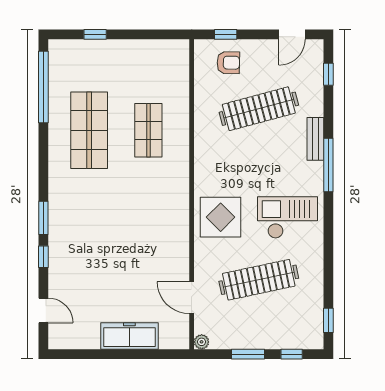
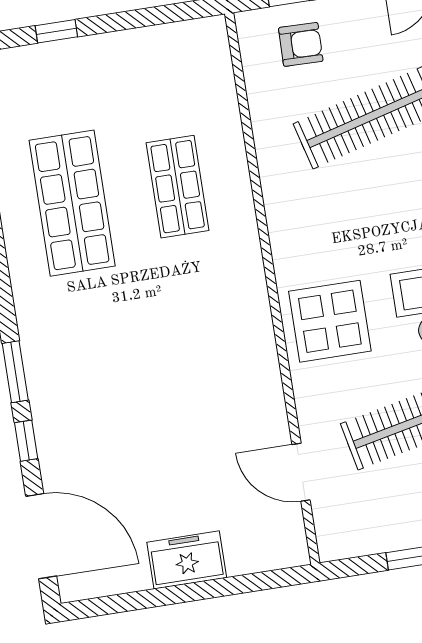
door: (43, 310) -> (41, 536), width x1.88
freezer: (129, 336) -> (187, 560), width x0.71
plant: (202, 342) -> (331, 548), removed

